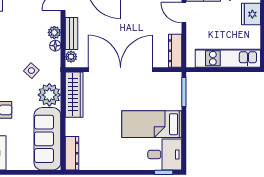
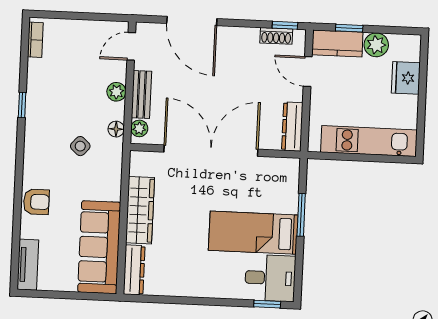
floor lamp: (55, 46) -> (116, 129), moved
window: (184, 92) -> (301, 215), moved
plant: (49, 95) -> (105, 183), removed
wardrobe: (74, 95) -> (140, 210), moved

